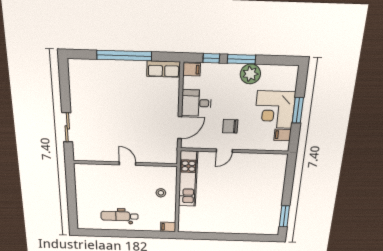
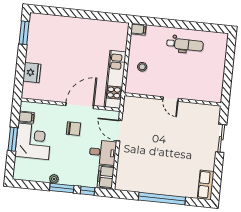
row of seats: (164, 69) -> (206, 185), moved, turned -90
filing cabinet: (192, 69) -> (106, 177), width x2.00
plant: (250, 74) -> (54, 179), width x0.53, depth x0.53
door: (180, 128) -> (119, 131), hinge flipped
door: (224, 151) -> (80, 106), width x1.88
fridge: (276, 180) -> (32, 73), added

